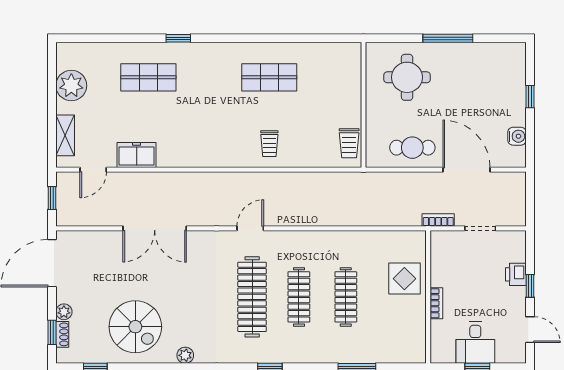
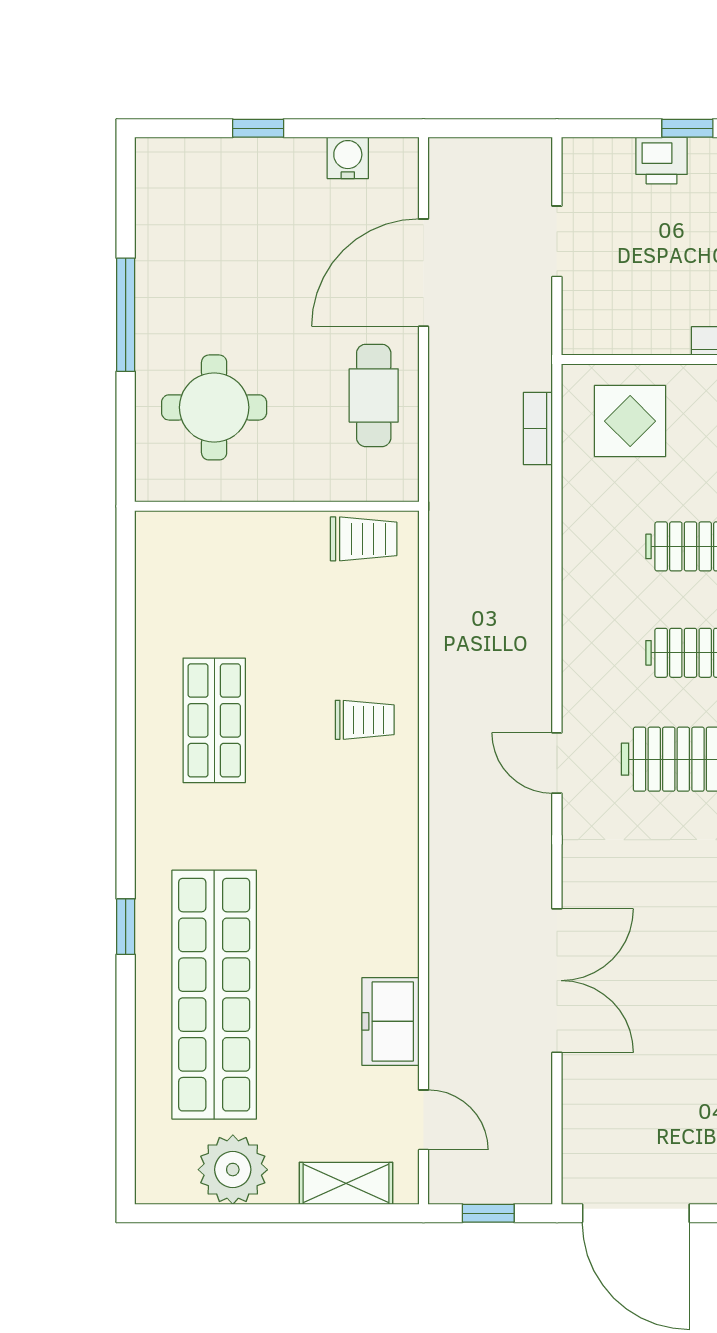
shop shelf: (148, 77) -> (214, 995), width x2.00, depth x1.36
bookcase: (438, 220) -> (538, 429), moved
display table: (404, 279) -> (630, 421), moved

